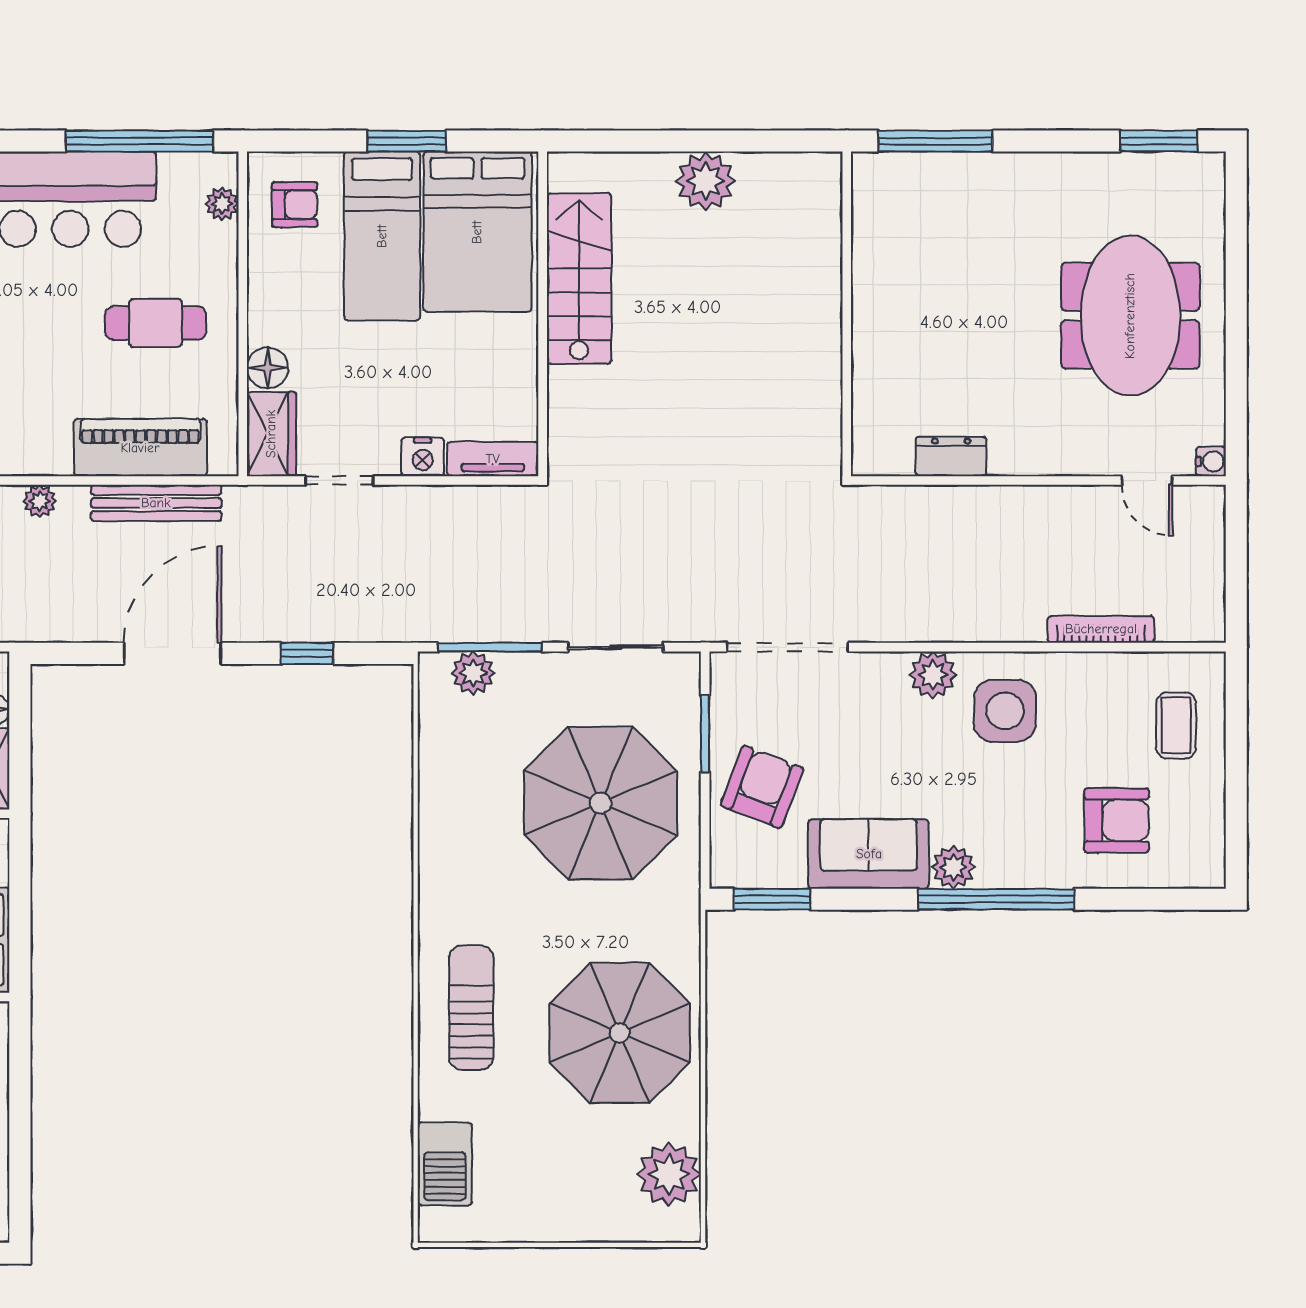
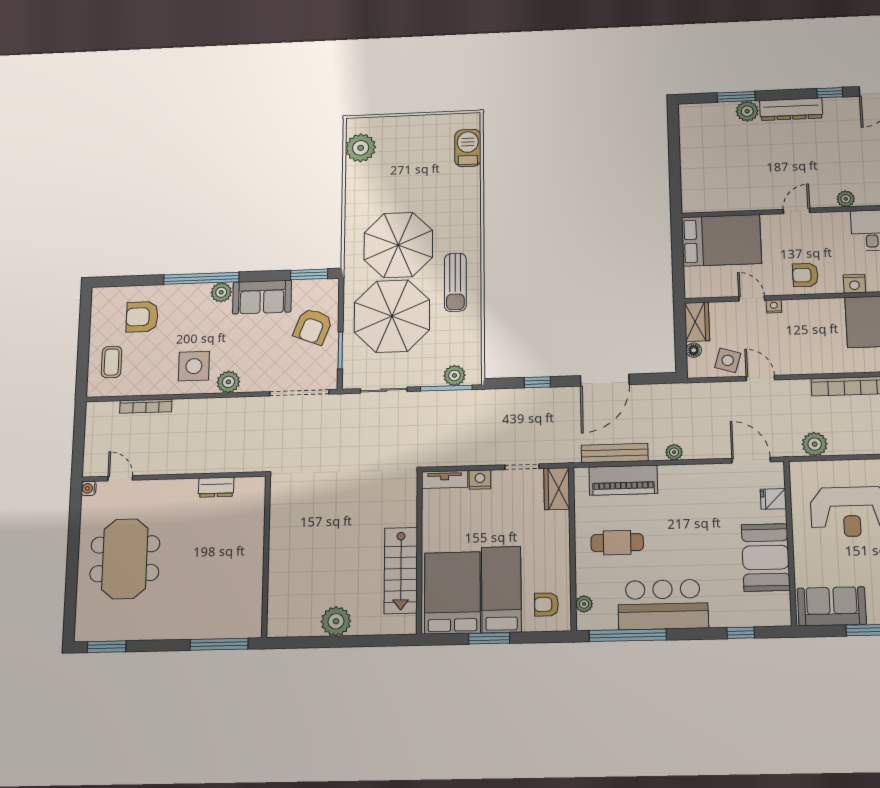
floor lamp: (268, 368) -> (559, 522), removed
sun lounger: (471, 1008) -> (455, 282), moved
parasol: (620, 1033) -> (398, 245), moved

